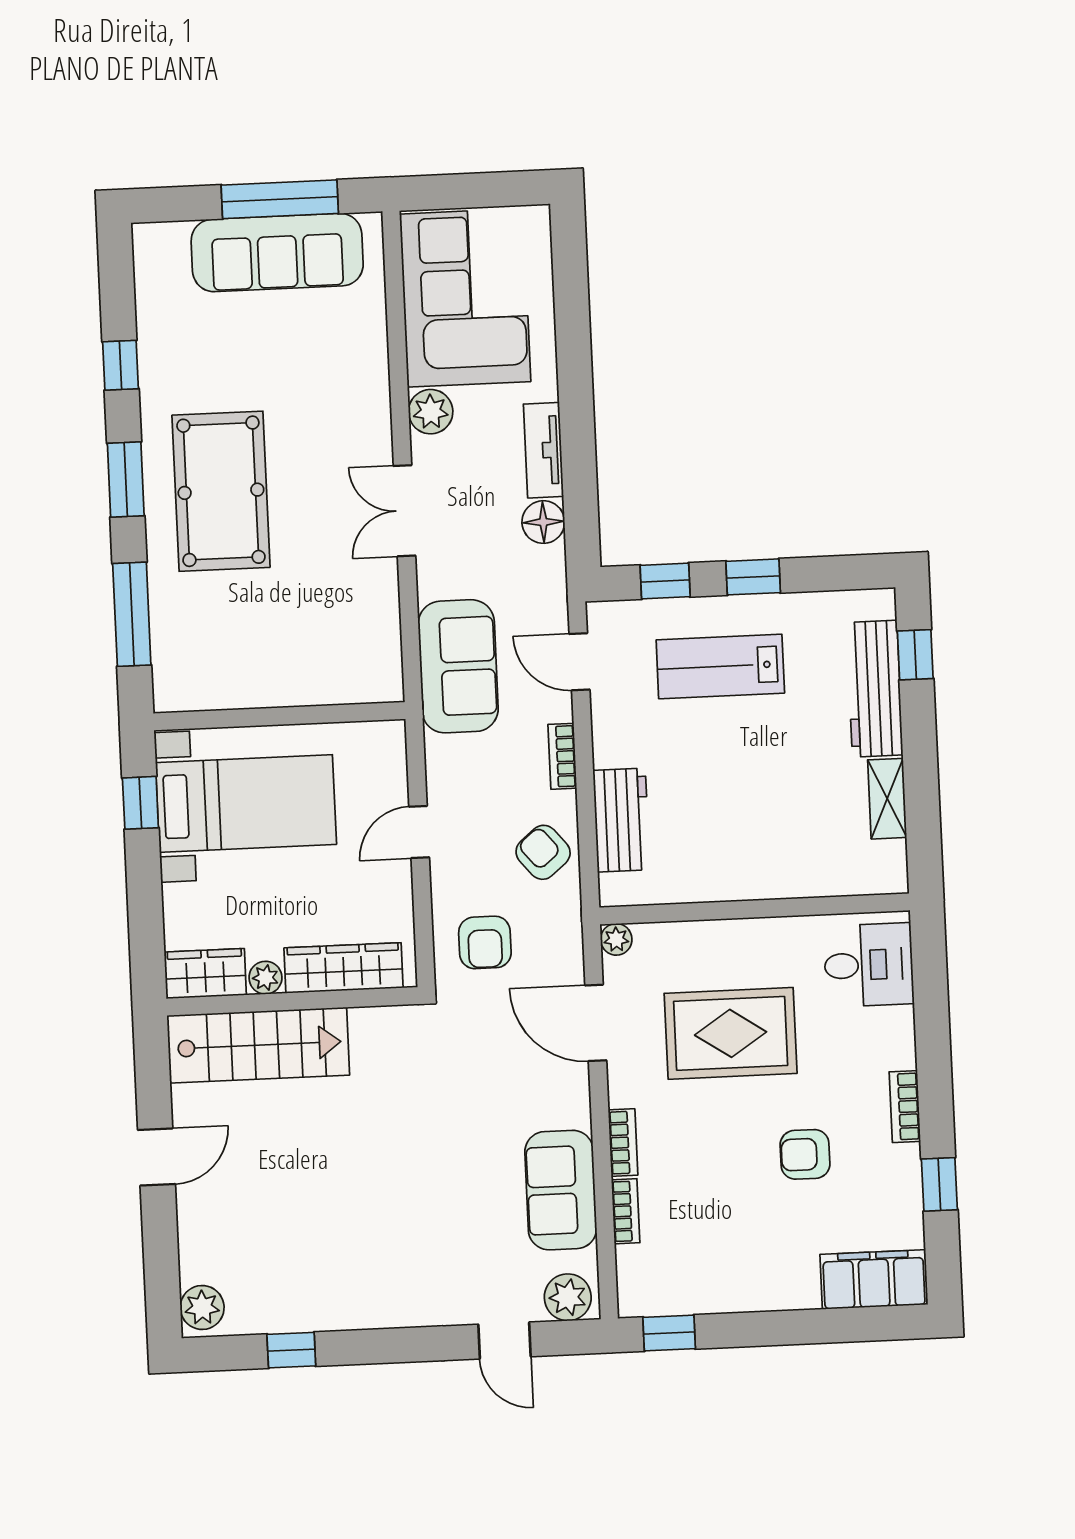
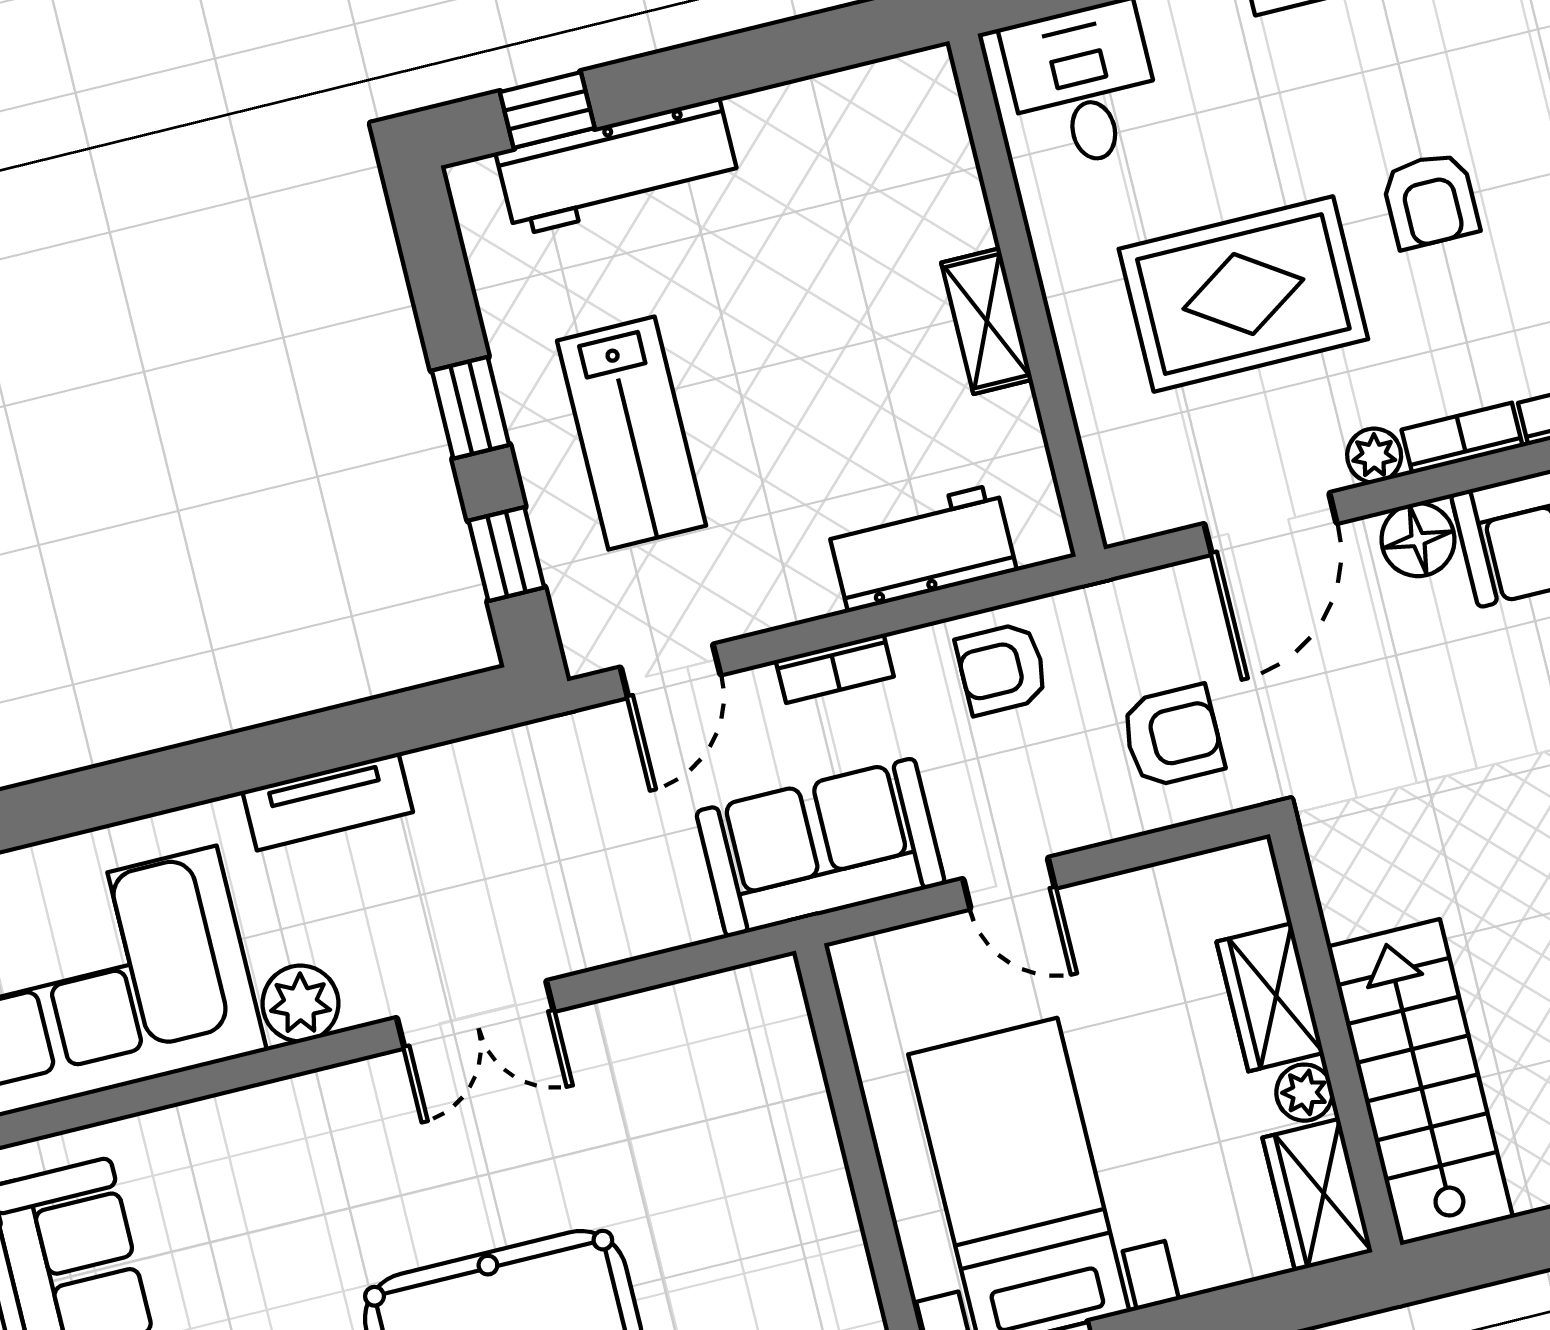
floor lamp: (543, 522) -> (1418, 540), moved
sofa: (458, 666) -> (820, 848), moved
shelving: (887, 799) -> (987, 321), moved, turned 90
armchair: (543, 852) -> (1002, 669), turned 40
plant: (616, 939) -> (1374, 456), moved
wardrobe: (344, 968) -> (1270, 997), width x0.67
rug: (731, 1033) -> (1243, 294), turned 90
armchair: (805, 1154) -> (1430, 200), moved

